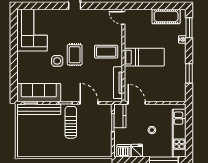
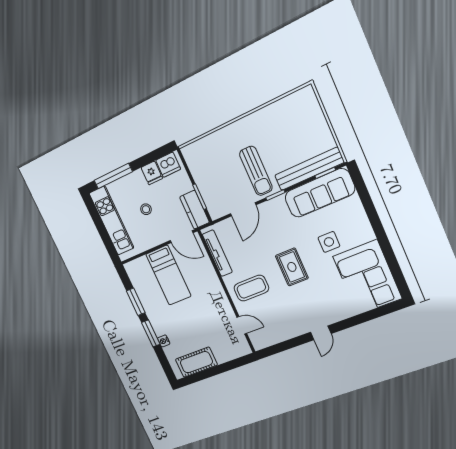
door: (123, 18) -> (242, 325), moved
window: (189, 28) -> (151, 333), moved
bed: (144, 57) -> (168, 275), moved, turned -90
side table: (57, 61) -> (329, 242), moved
door: (89, 103) -> (243, 209), hinge flipped

